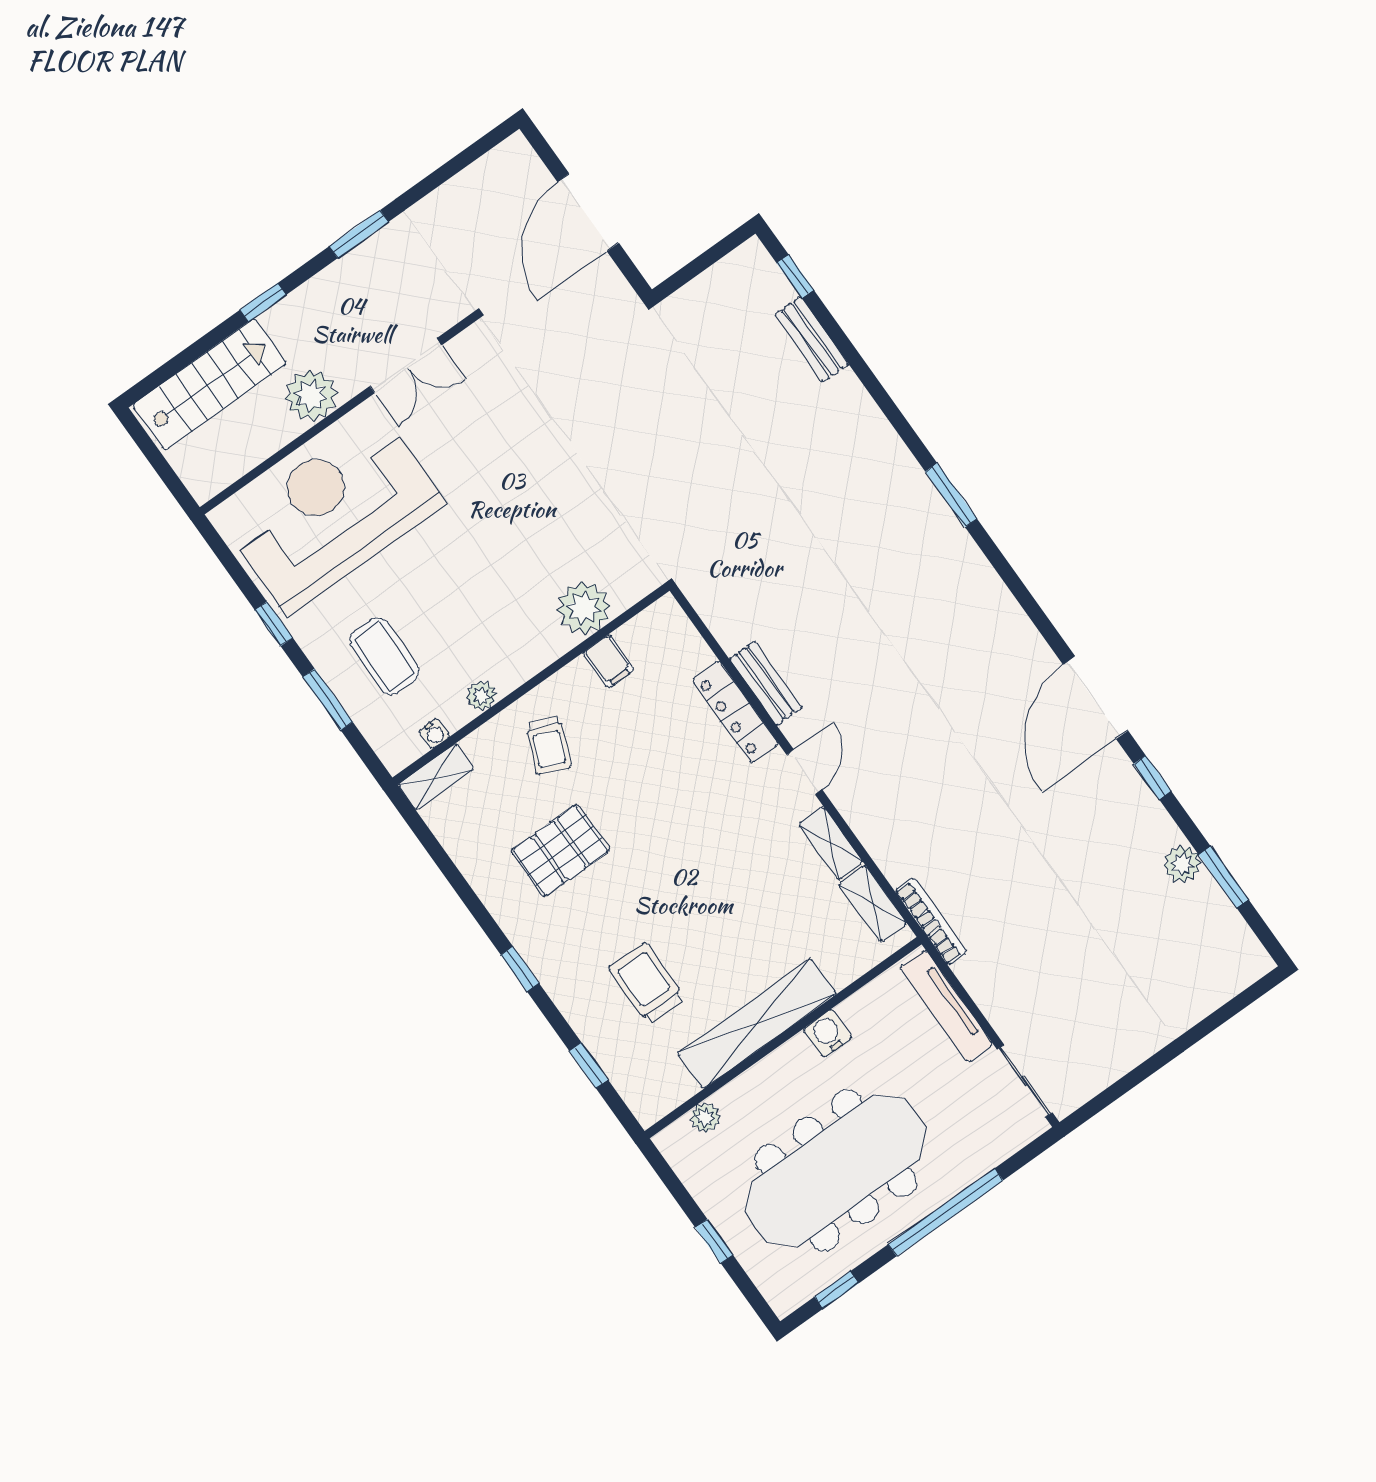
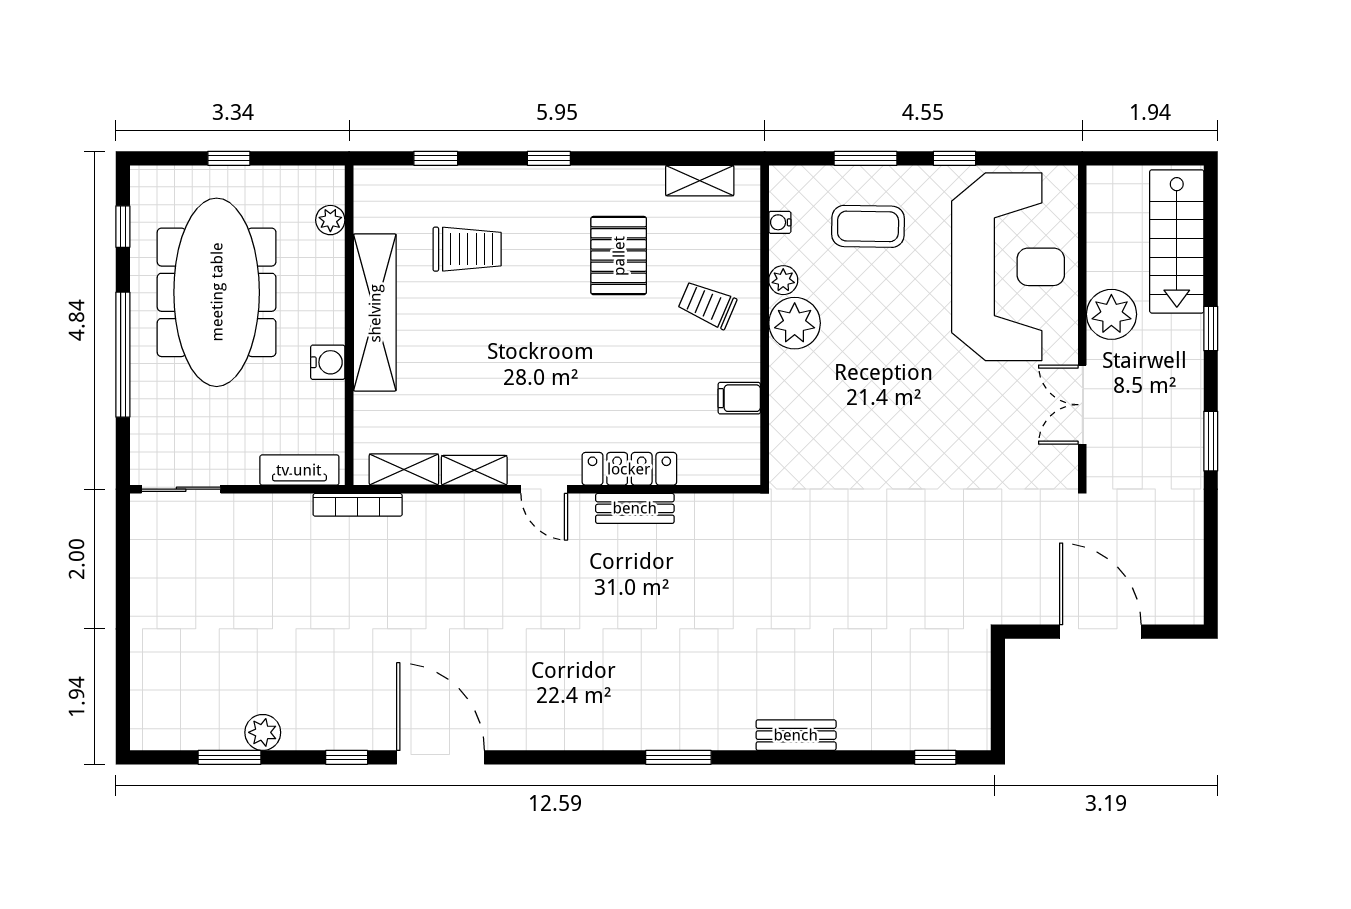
bench: (811, 339) -> (796, 735), moved
plant: (584, 608) -> (795, 323), moved
shelving: (436, 777) -> (700, 181), moved, turned 90
tv unit: (946, 1006) -> (299, 470), width x0.71

